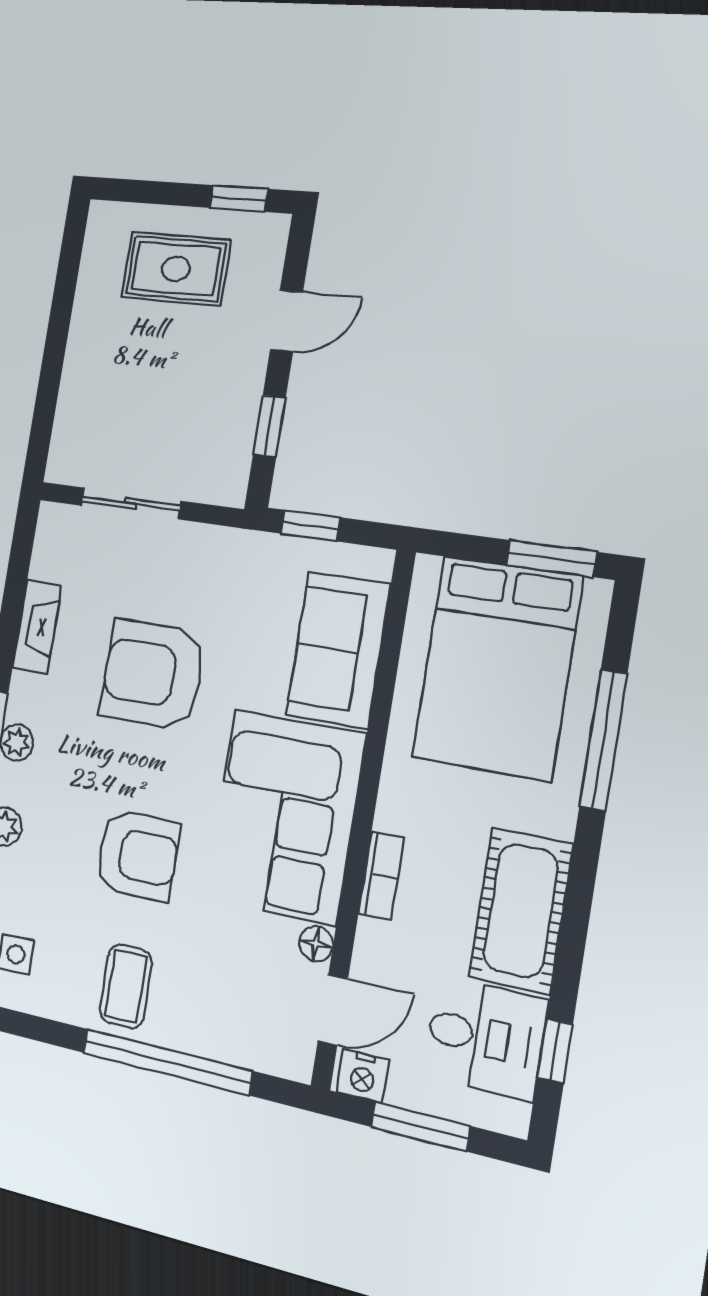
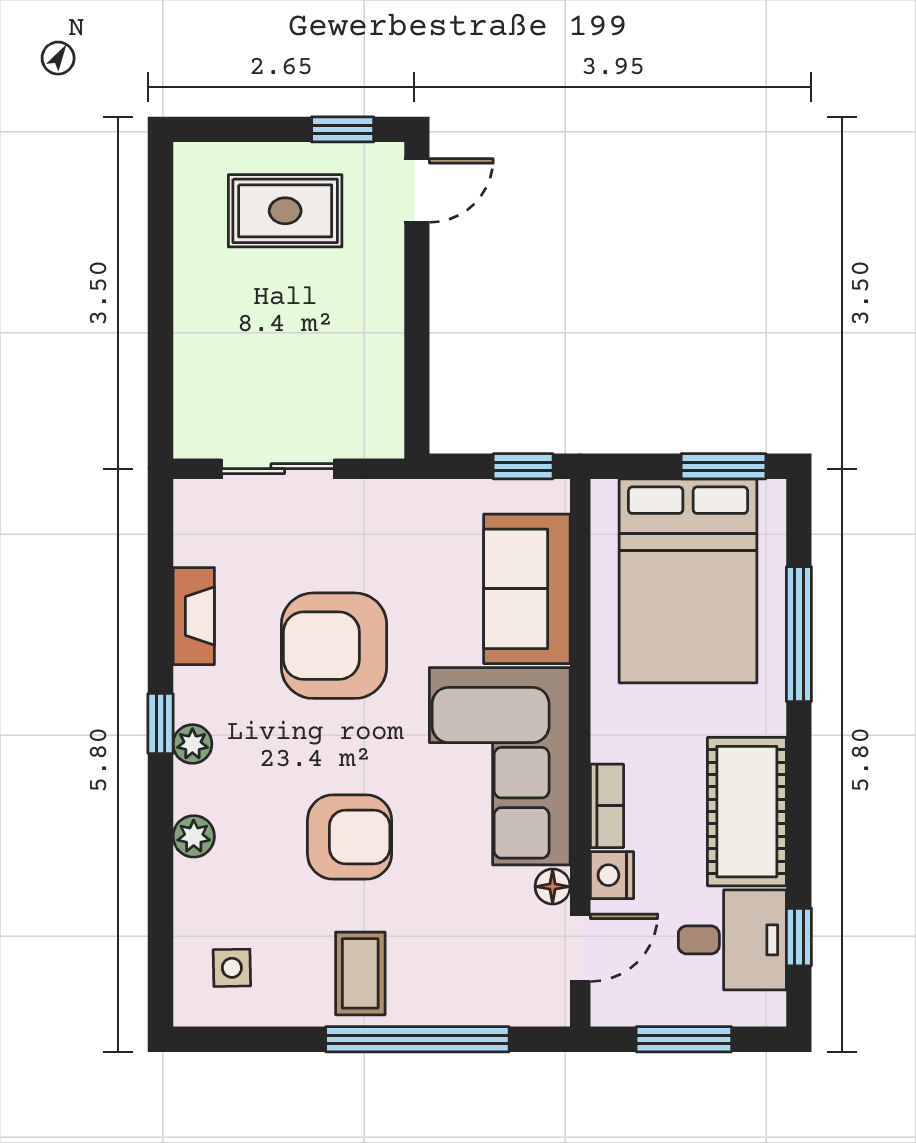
door: (287, 321) -> (417, 191), moved
window: (269, 426) -> (417, 368), removed
window: (311, 526) -> (523, 466), moved
nightstand: (362, 1076) -> (612, 875), moved, turned 90

